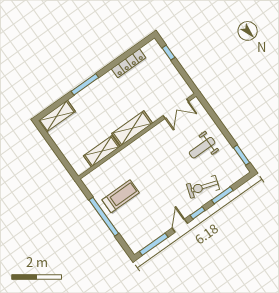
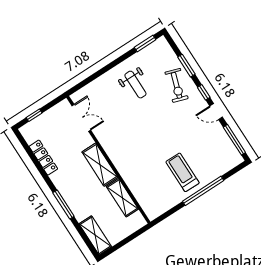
double door: (176, 109) -> (81, 118), moved
shelving: (132, 128) -> (100, 165), moved
wall: (137, 136) -> (108, 160), moved
shelving: (102, 151) -> (122, 198), moved

